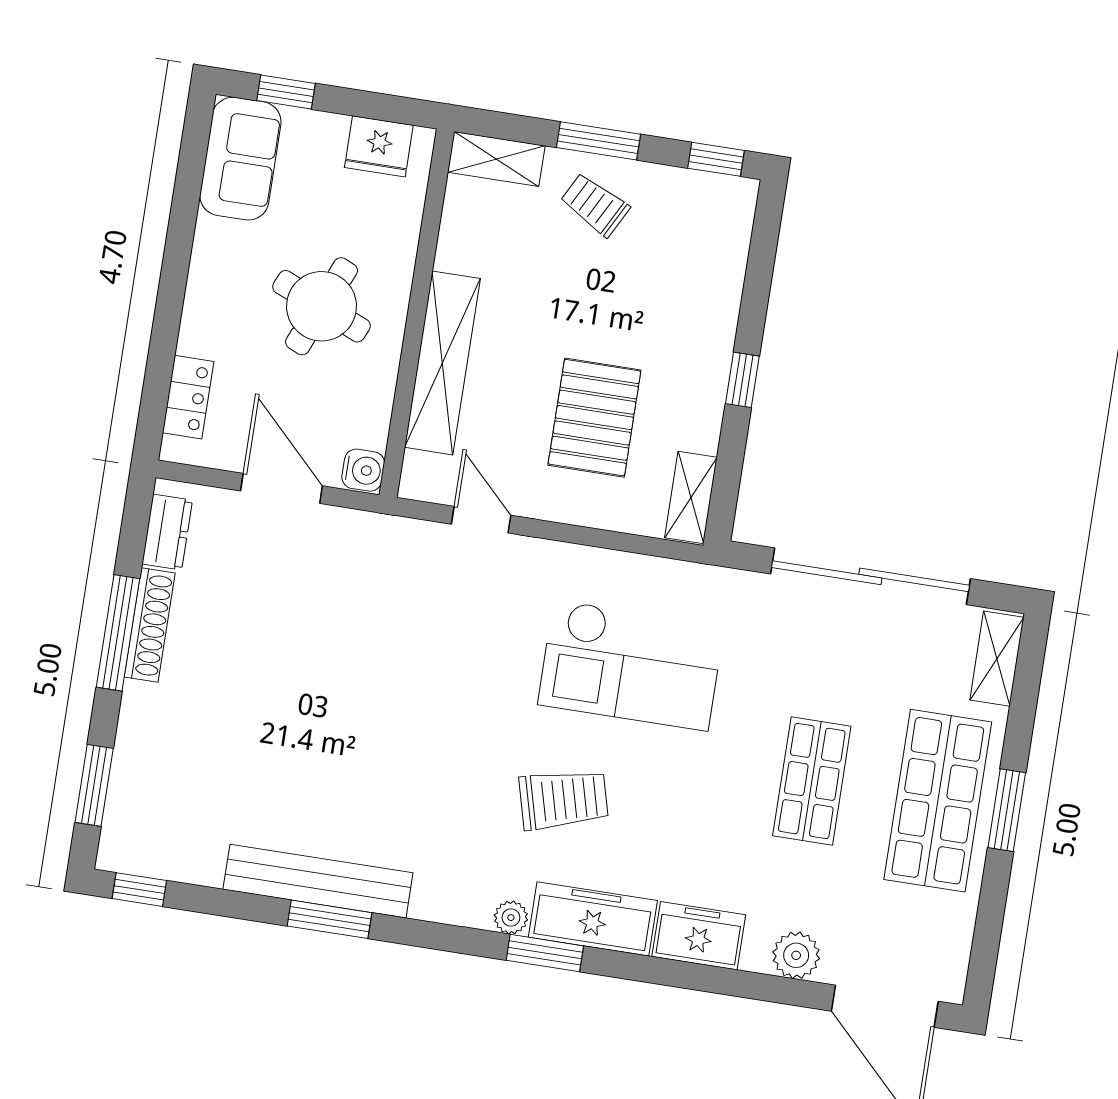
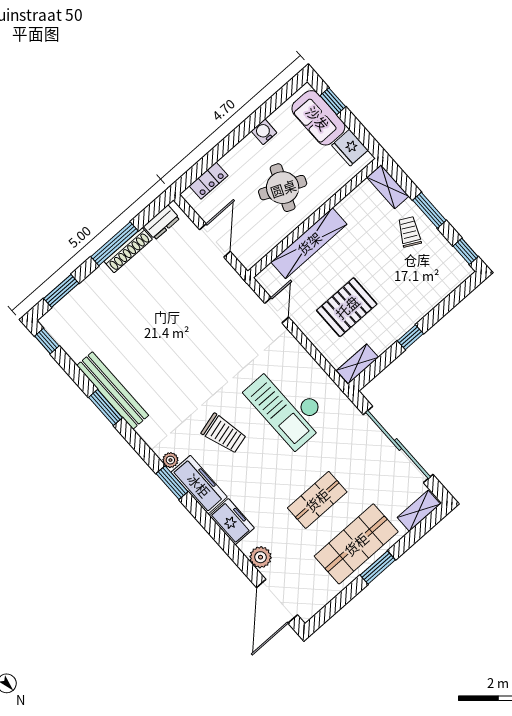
sofa: (240, 159) -> (318, 118), moved, turned 90
water cooler: (363, 470) -> (264, 132), moved, turned 180

